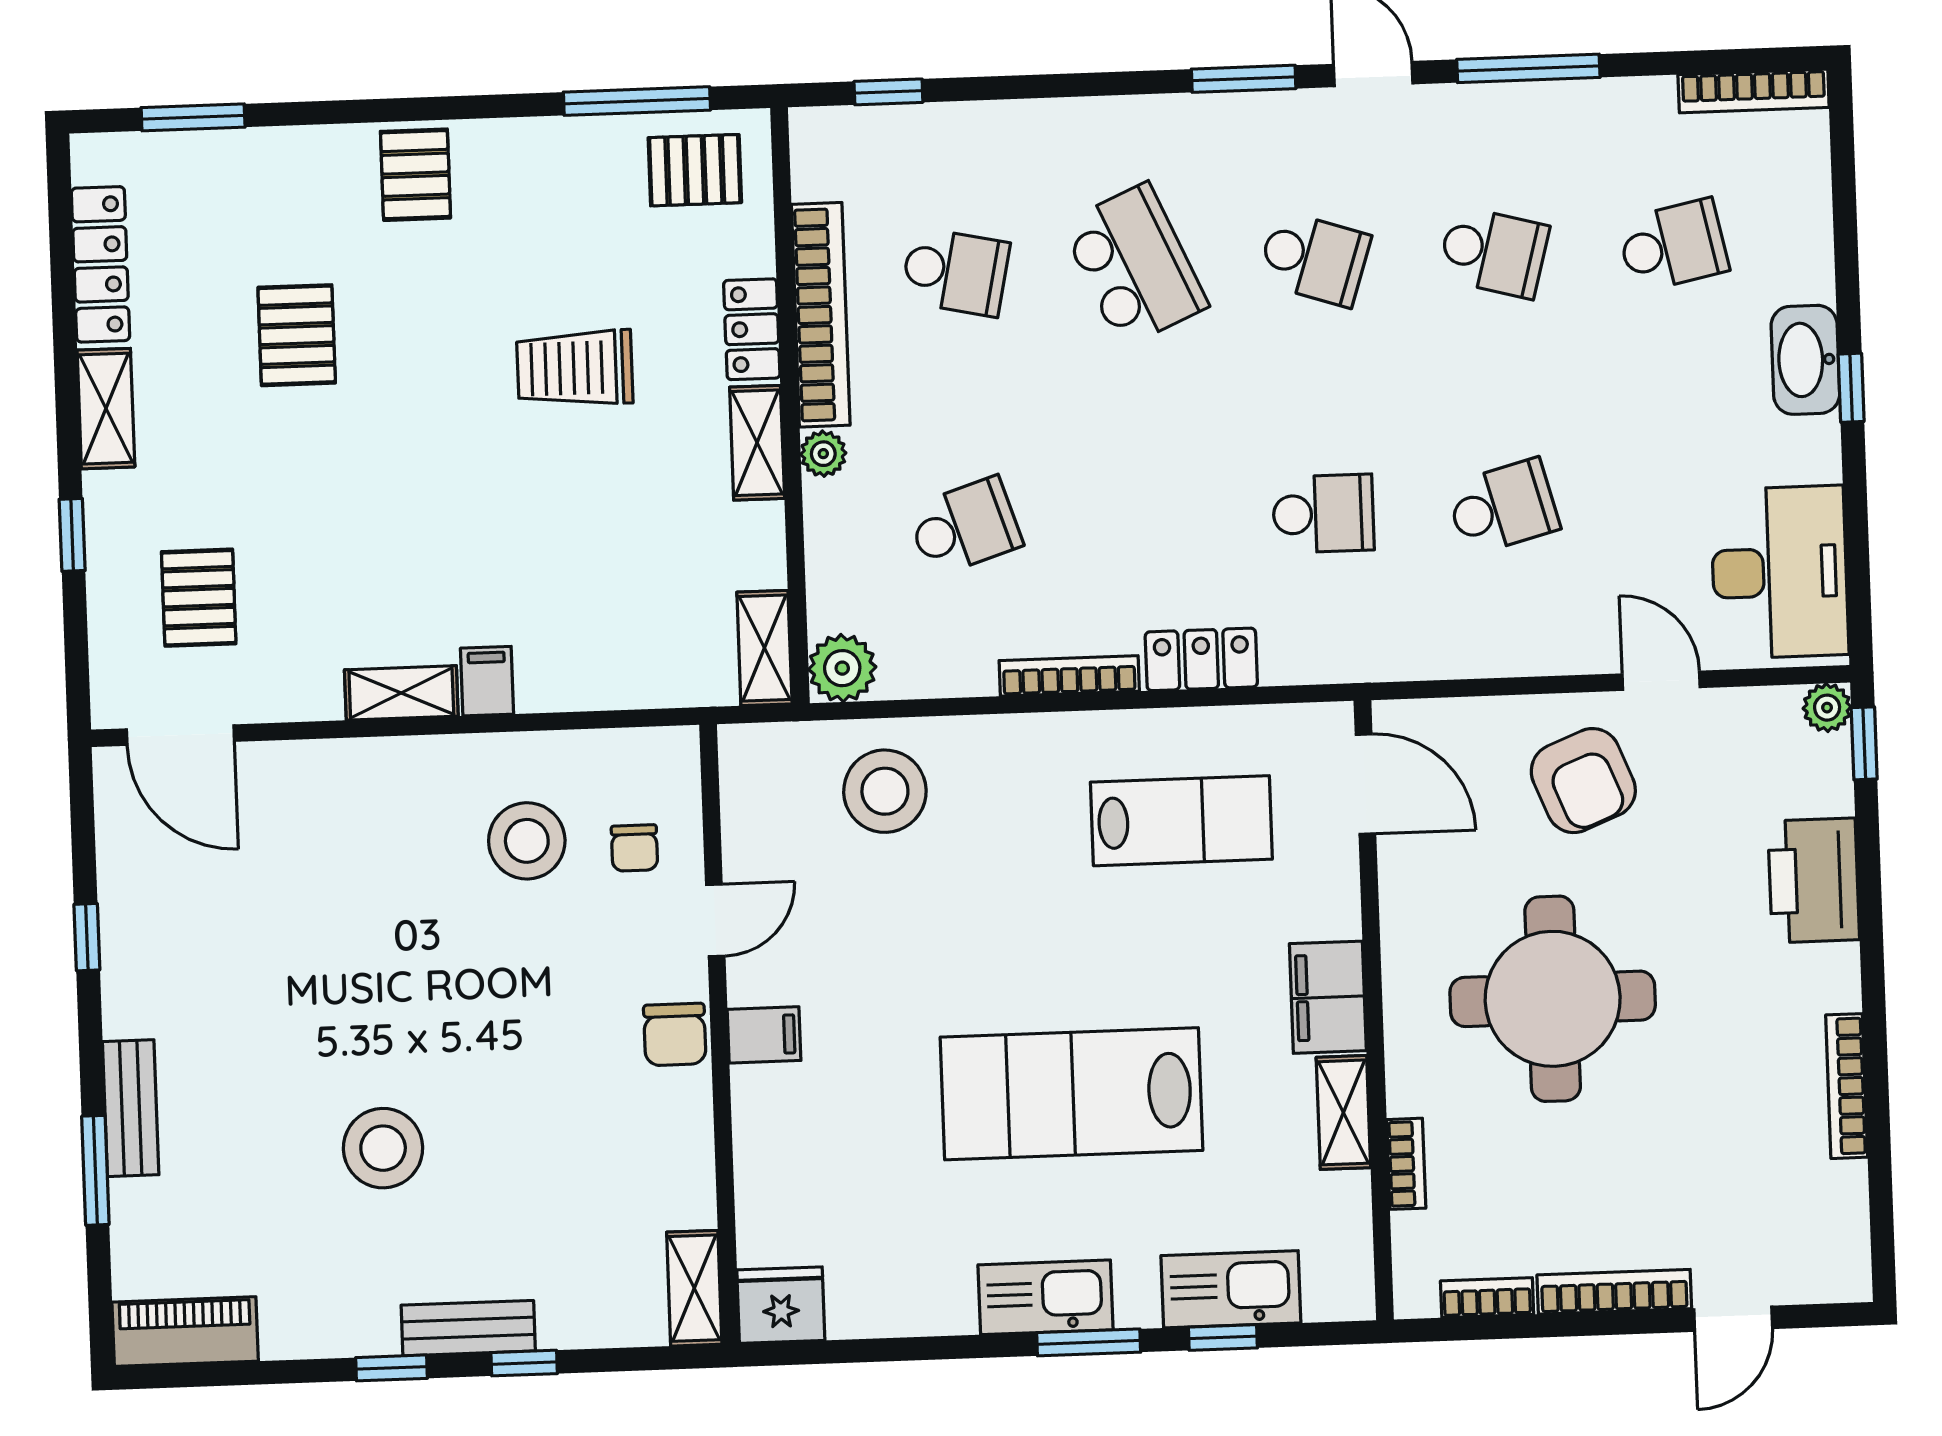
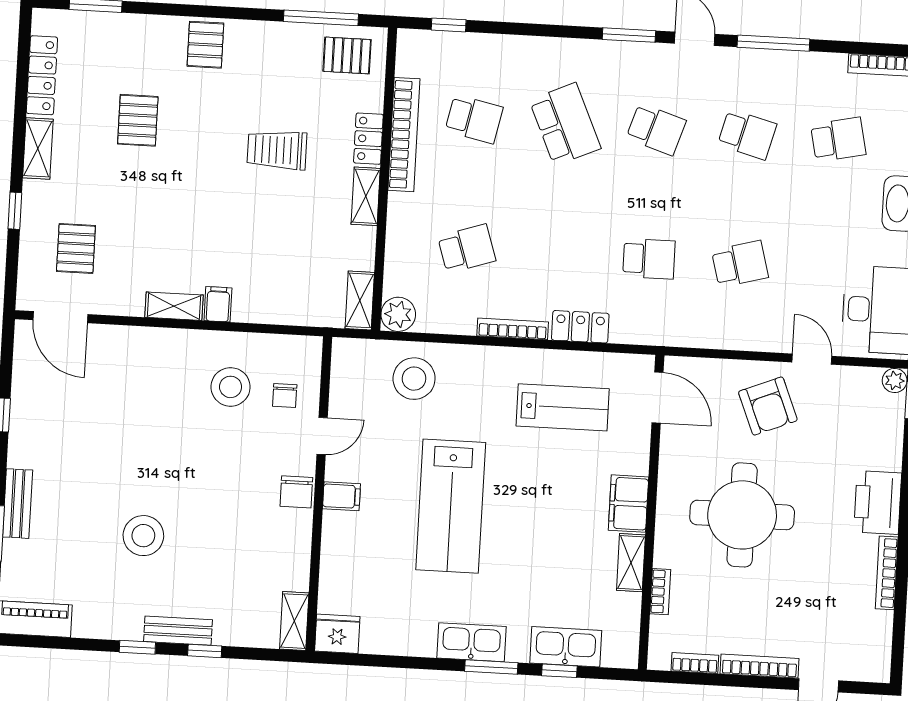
plant: (823, 454) -> (399, 205), removed
printer: (1814, 880) -> (878, 502), moved
lab bench: (1072, 1094) -> (451, 506), moved, turned -90

